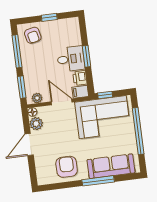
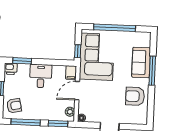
window: (87, 56) -> (22, 61), moved
printer: (80, 78) -> (11, 69), moved
plant: (36, 124) -> (92, 116), removed
sofa: (111, 166) -> (141, 63), width x0.73

